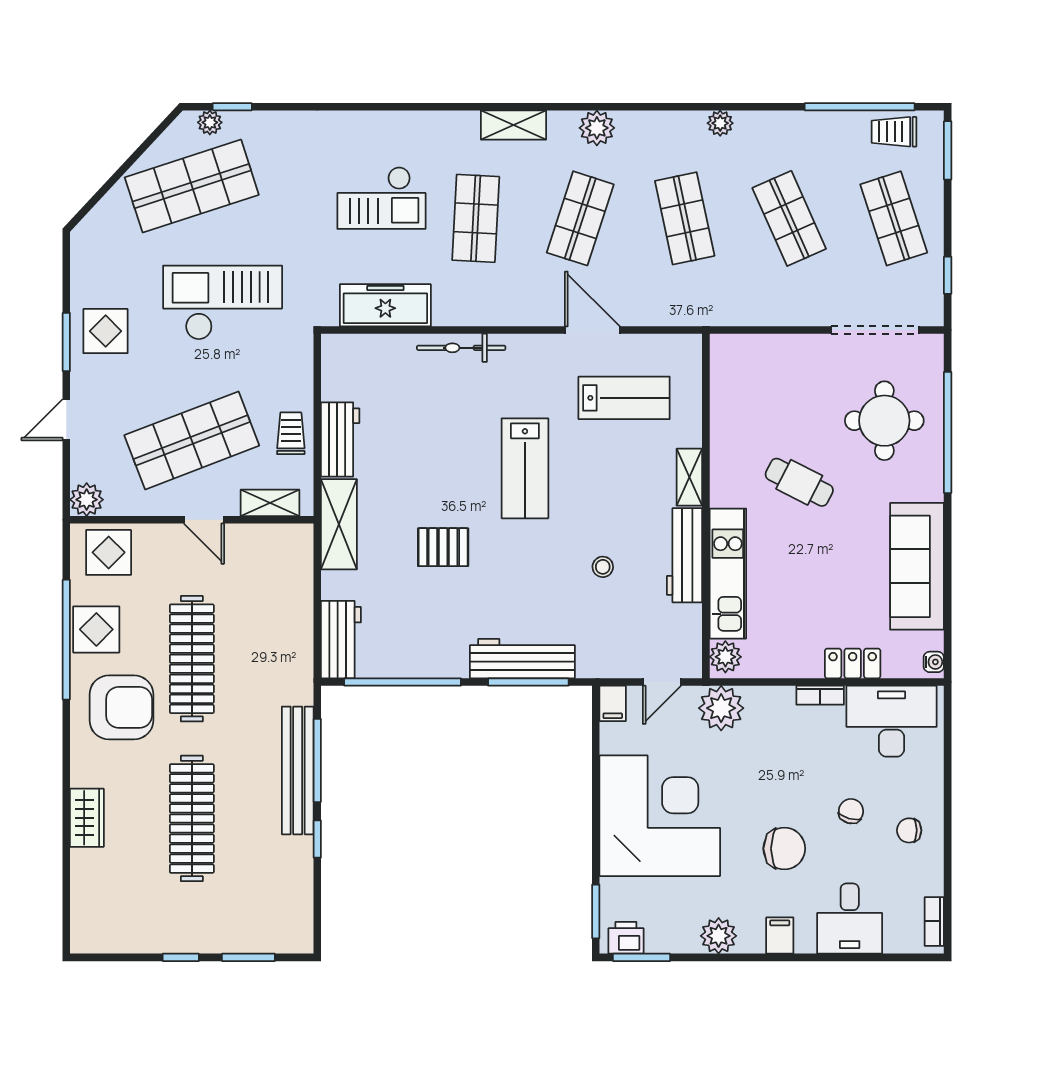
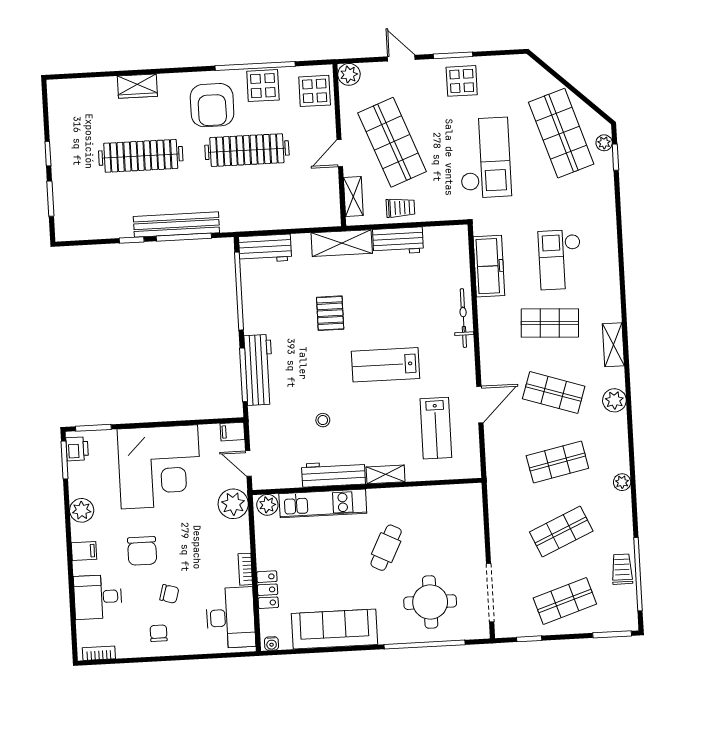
trolley: (894, 132) -> (622, 569), moved

